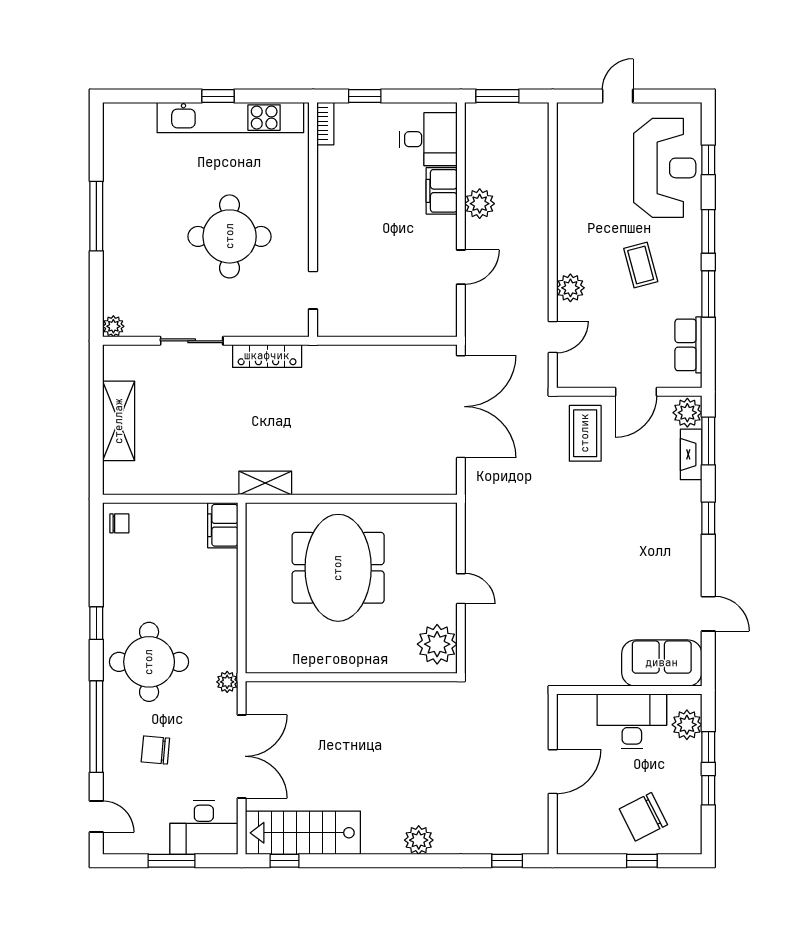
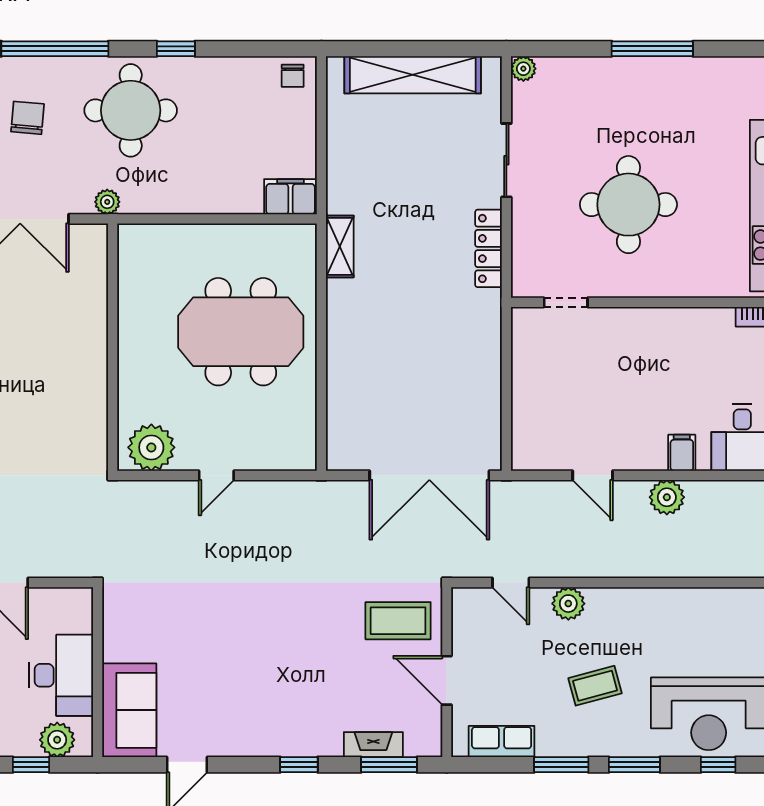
filing cabinet: (442, 191) -> (682, 453), width x0.50
plant: (687, 413) -> (422, 740), removed
shelving: (119, 421) -> (413, 75), width x1.47

